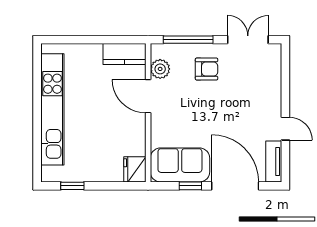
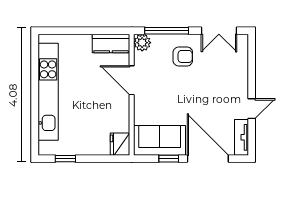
double door: (248, 40) -> (219, 31), swing flipped
plant: (160, 69) -> (142, 43), moved
door: (285, 129) -> (252, 109), hinge flipped

